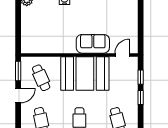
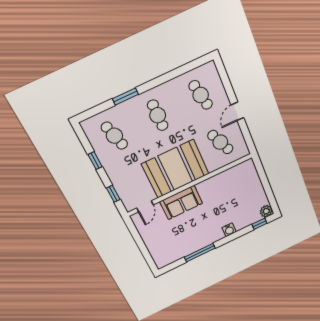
window: (18, 71) -> (248, 138), removed
window: (141, 98) -> (95, 161), moved

